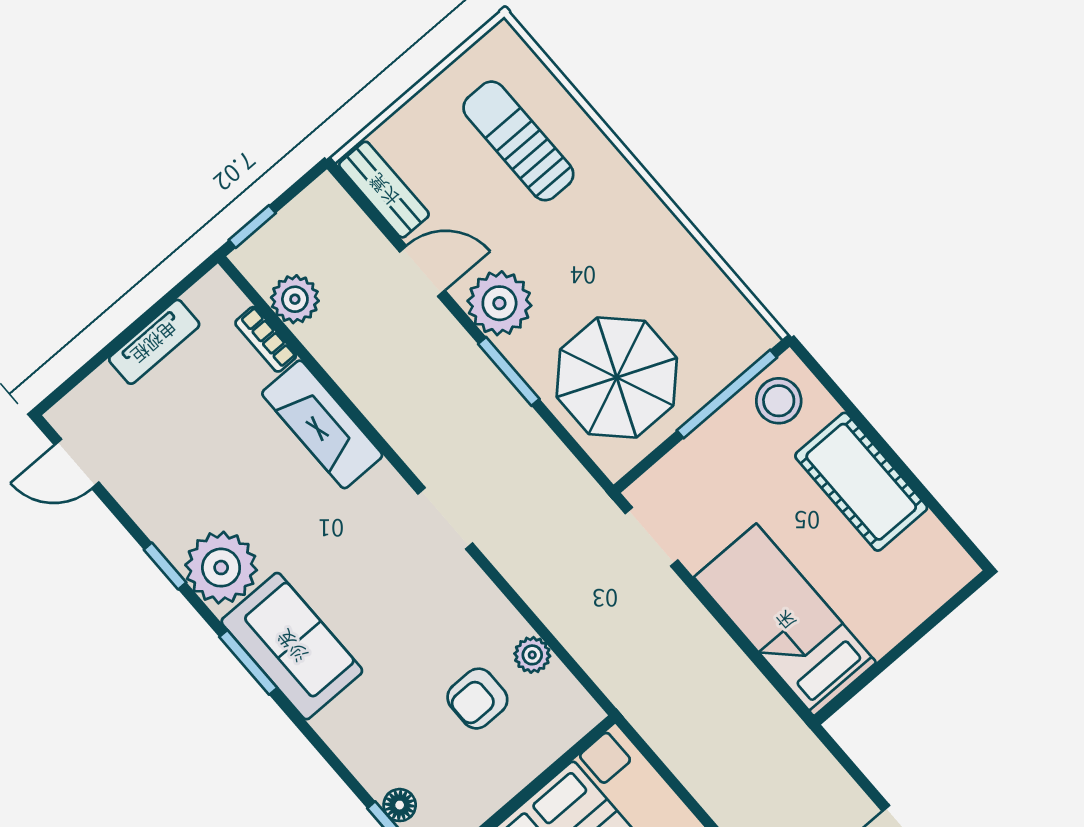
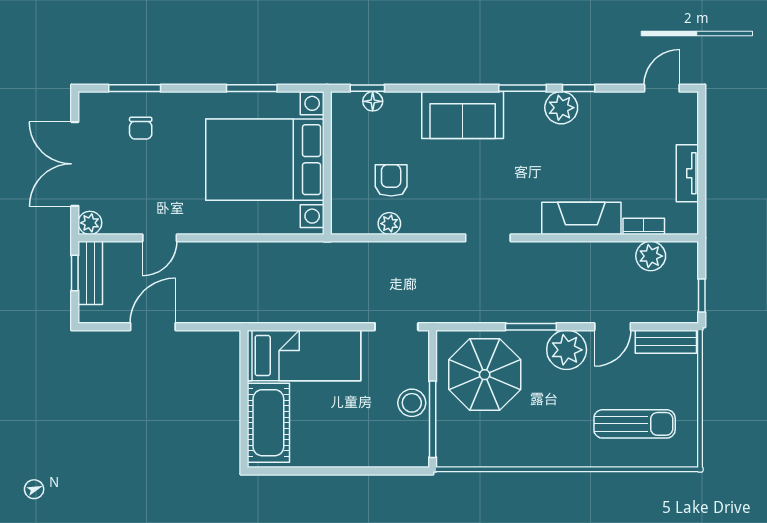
window: (252, 227) -> (702, 296), moved
stool: (779, 401) -> (412, 403), moved
cot: (861, 482) -> (268, 423), moved, turned 90
plant: (221, 568) -> (561, 108), width x0.73, depth x0.73
sofa: (292, 646) -> (463, 115), moved
window: (248, 662) -> (522, 88), moved

